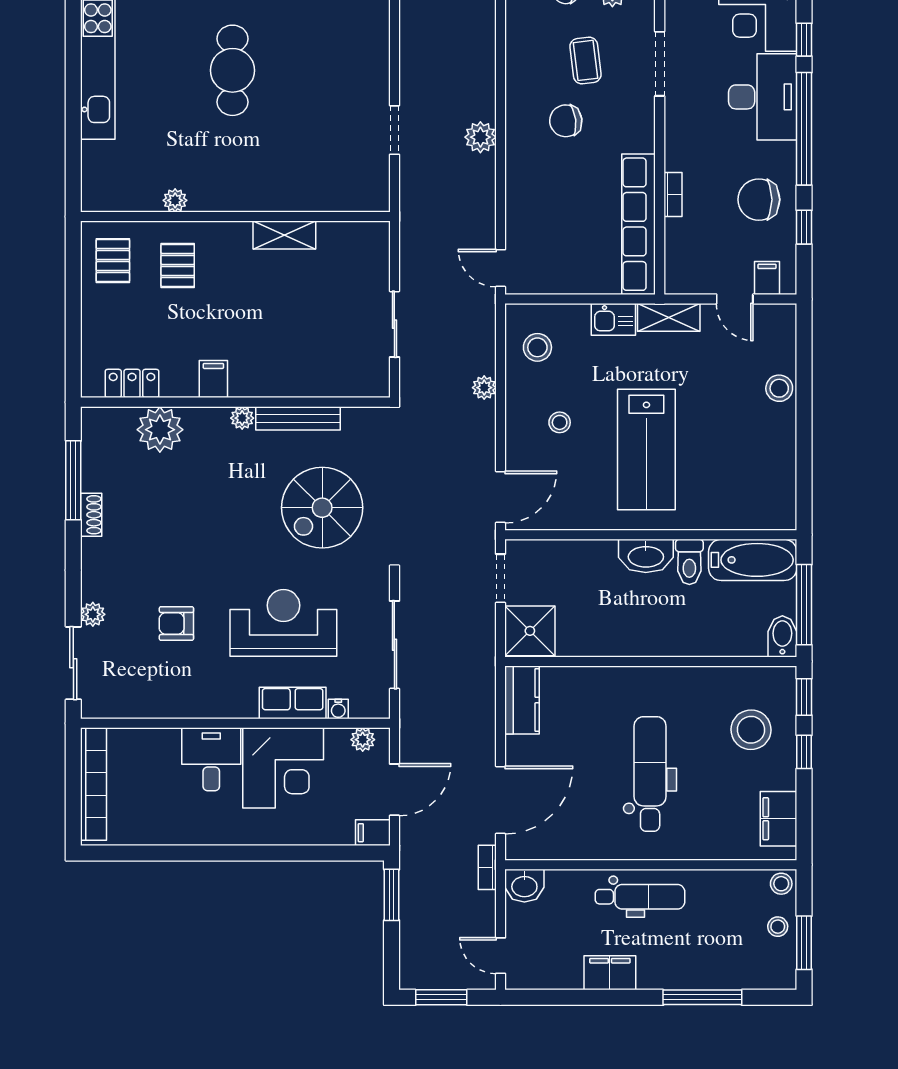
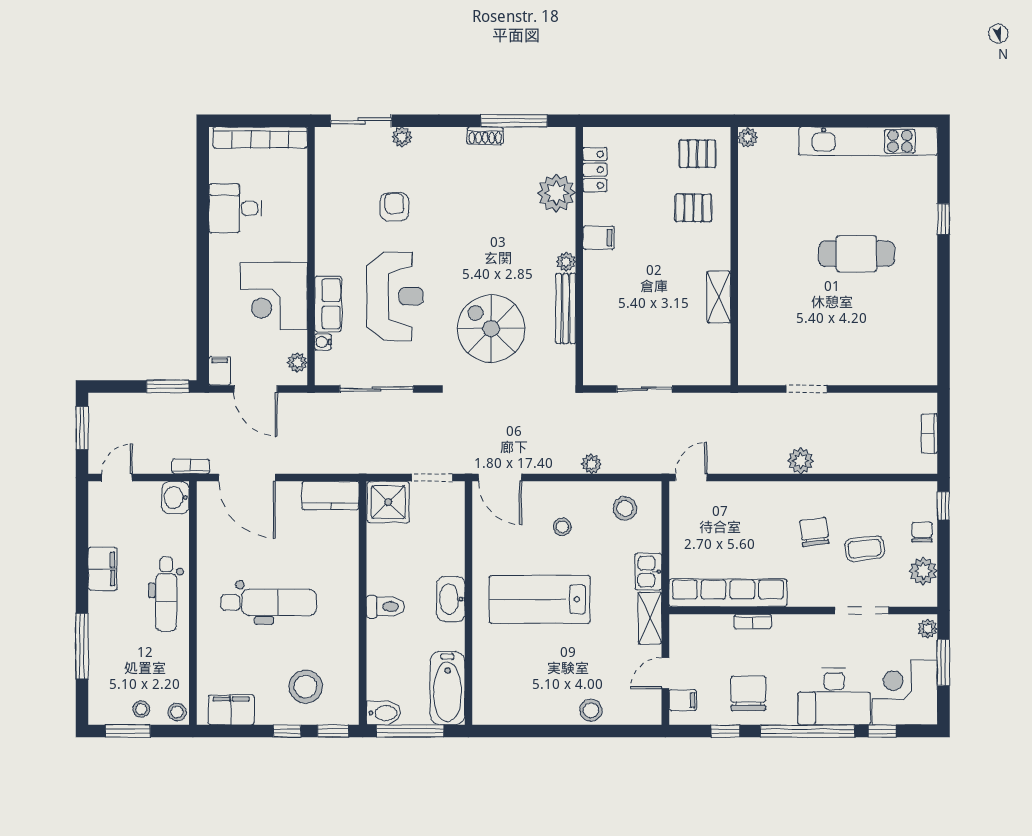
plant: (175, 200) -> (748, 138), moved
toilet: (689, 562) -> (385, 607), moved, turned 180
desk: (211, 759) -> (235, 208), moved, turned 180

